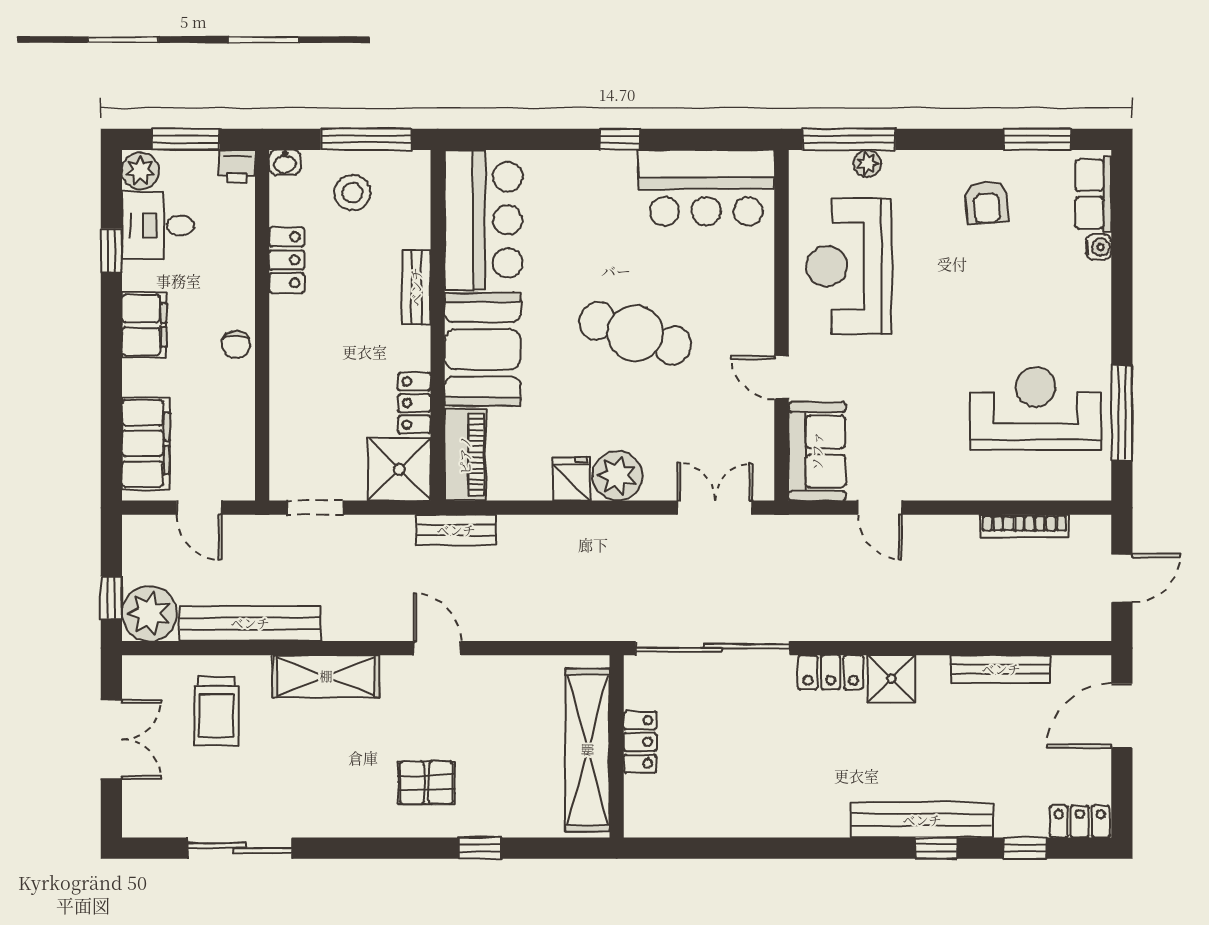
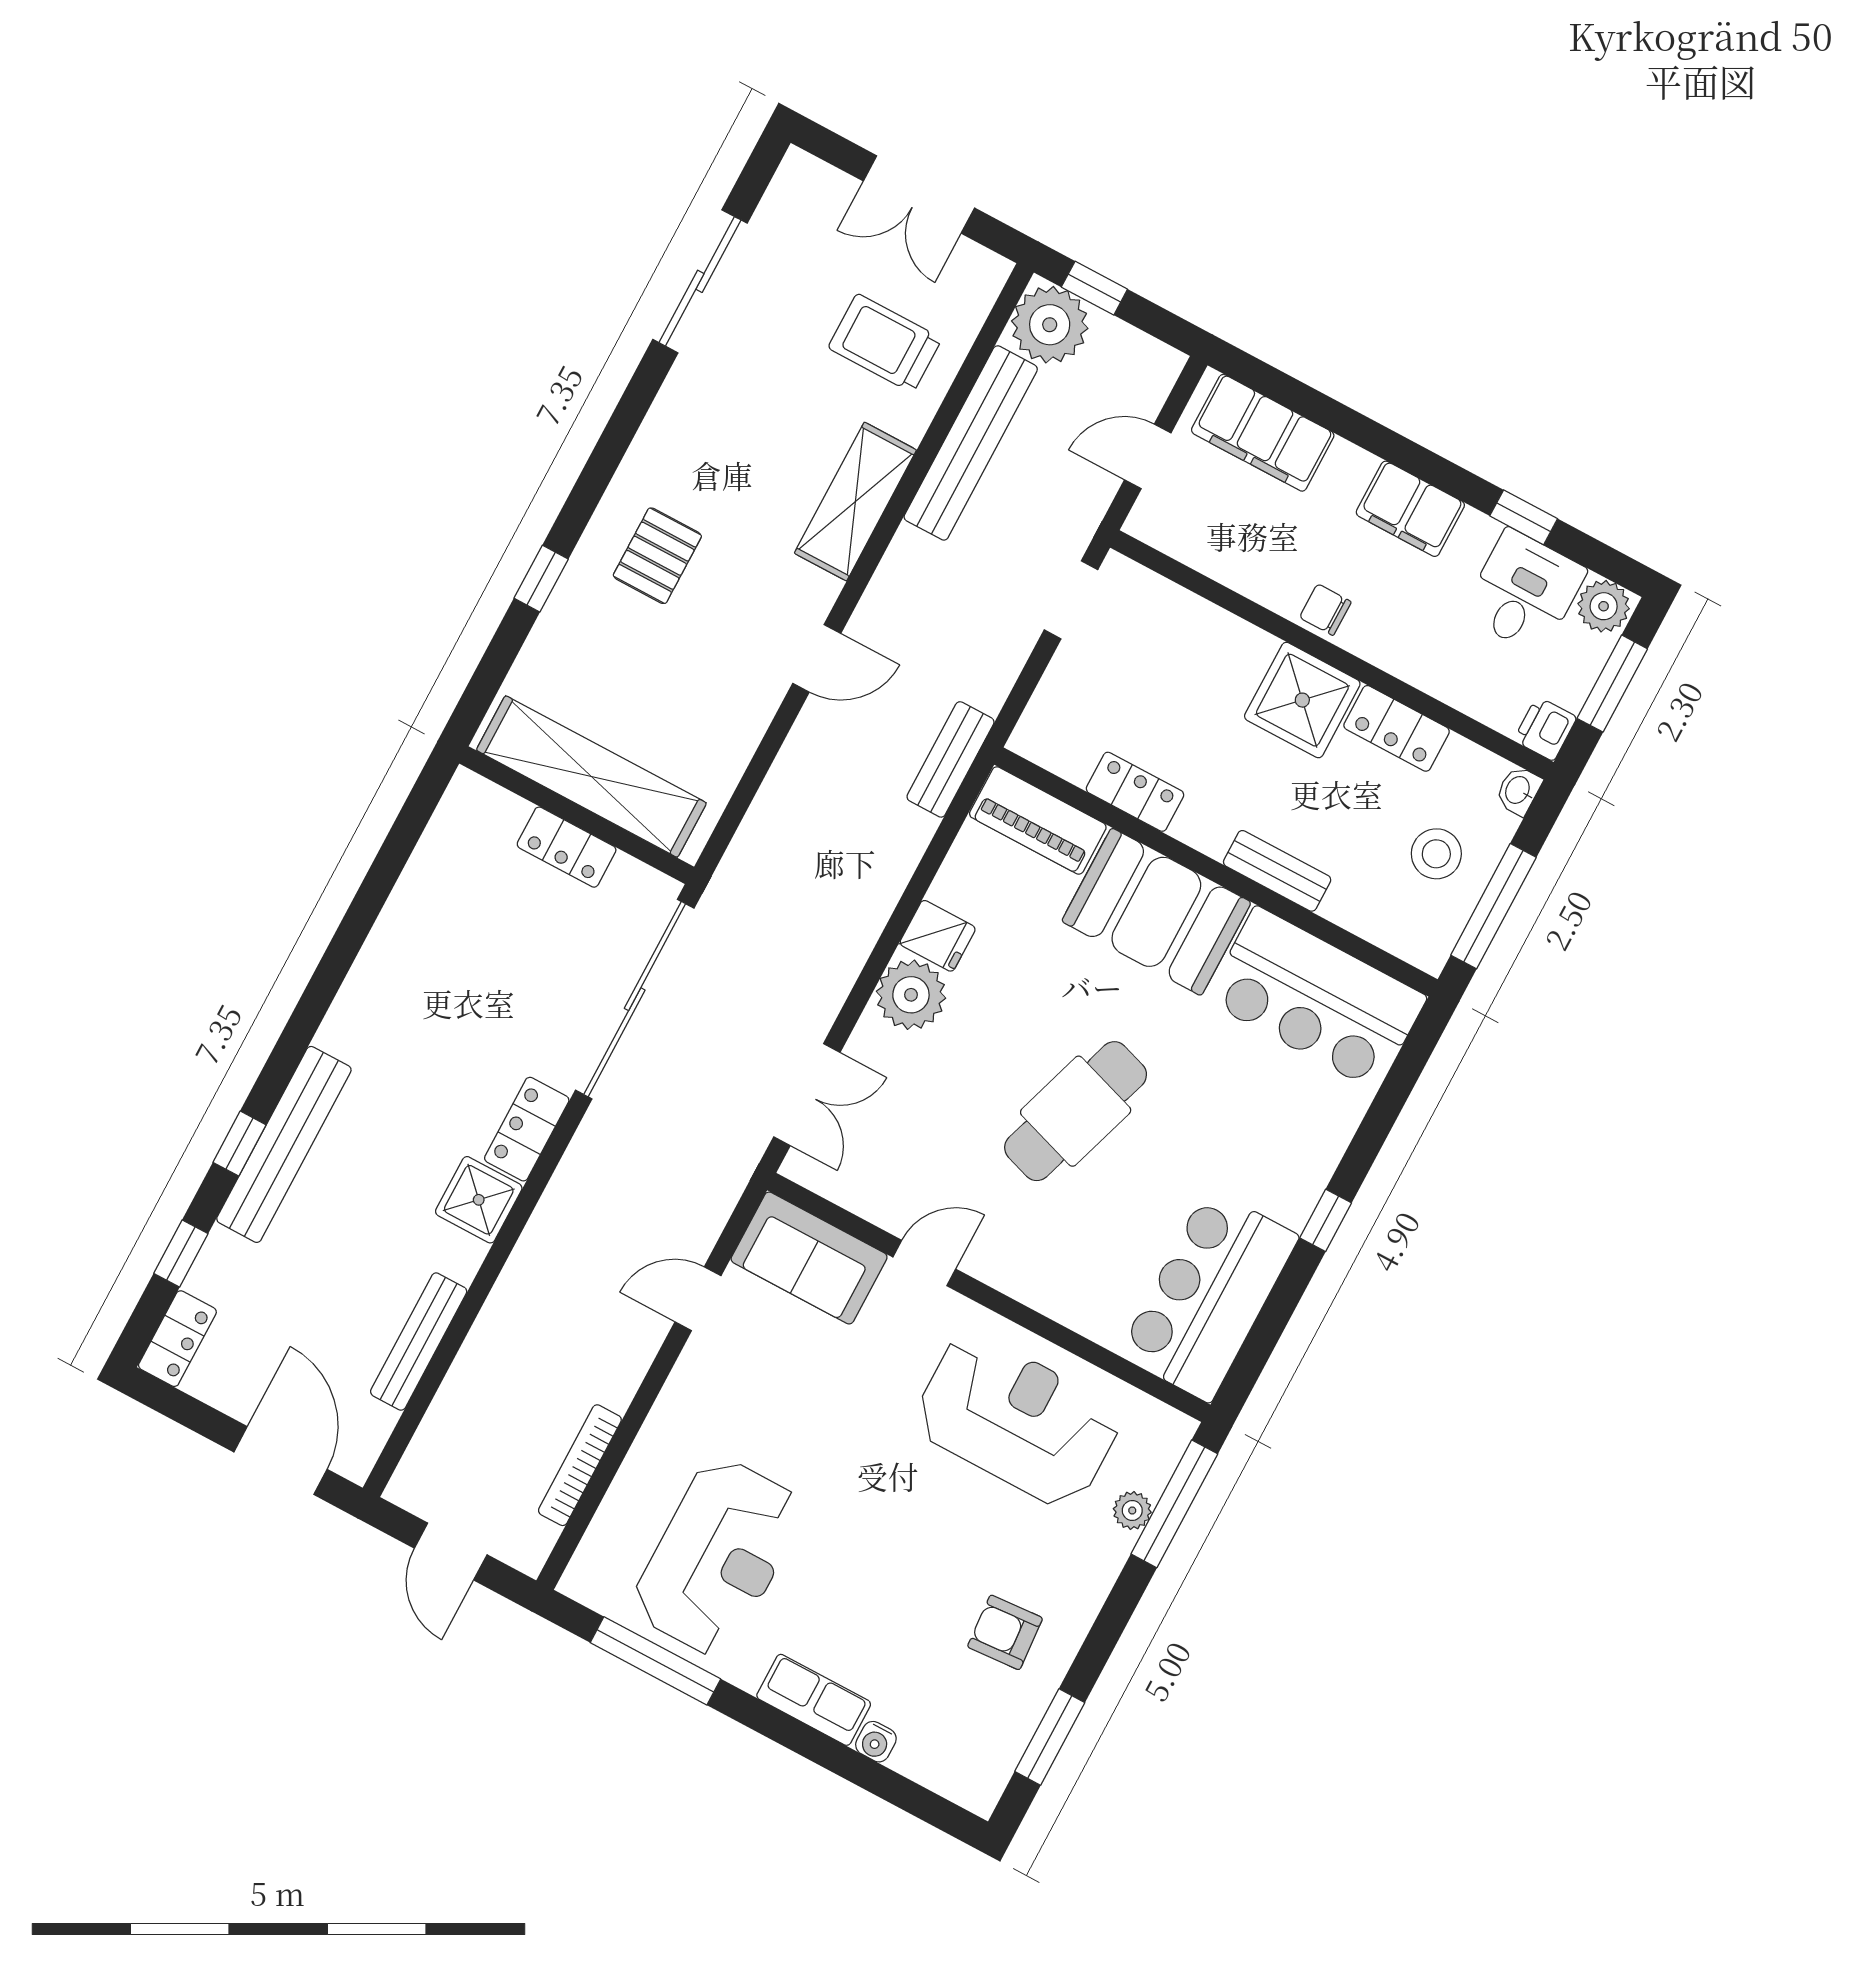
row of seats: (1093, 194) -> (814, 1700), moved
shower: (399, 469) -> (1302, 700), moved

